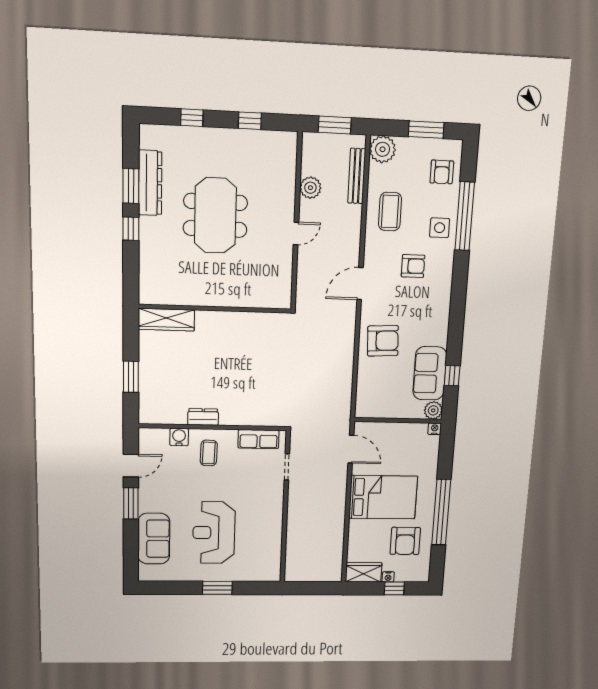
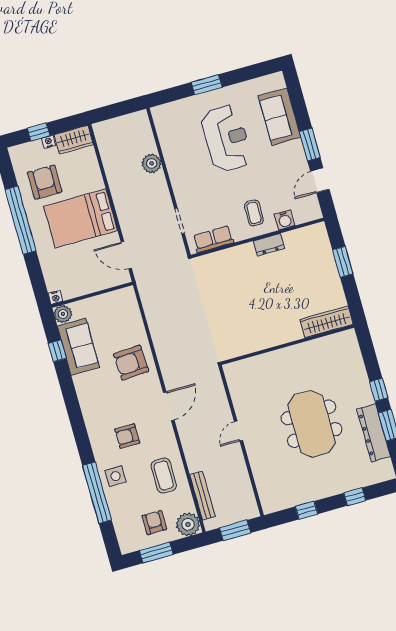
armchair: (442, 172) -> (154, 523), moved
plant: (310, 188) -> (152, 163), moved

